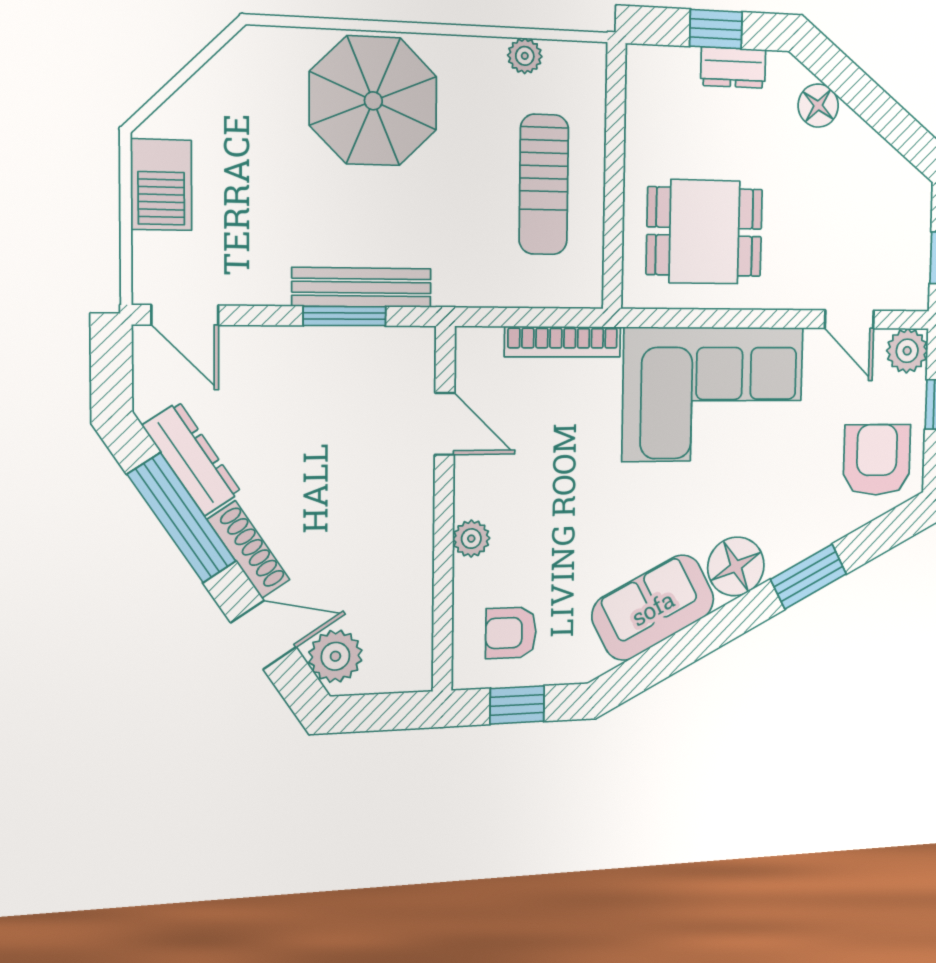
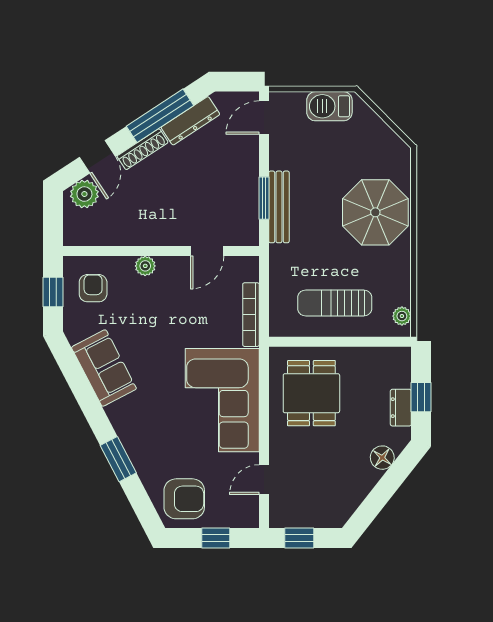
plant: (525, 56) -> (402, 316), moved
plant: (907, 351) -> (246, 515), removed
floor lamp: (736, 566) -> (125, 416), removed

